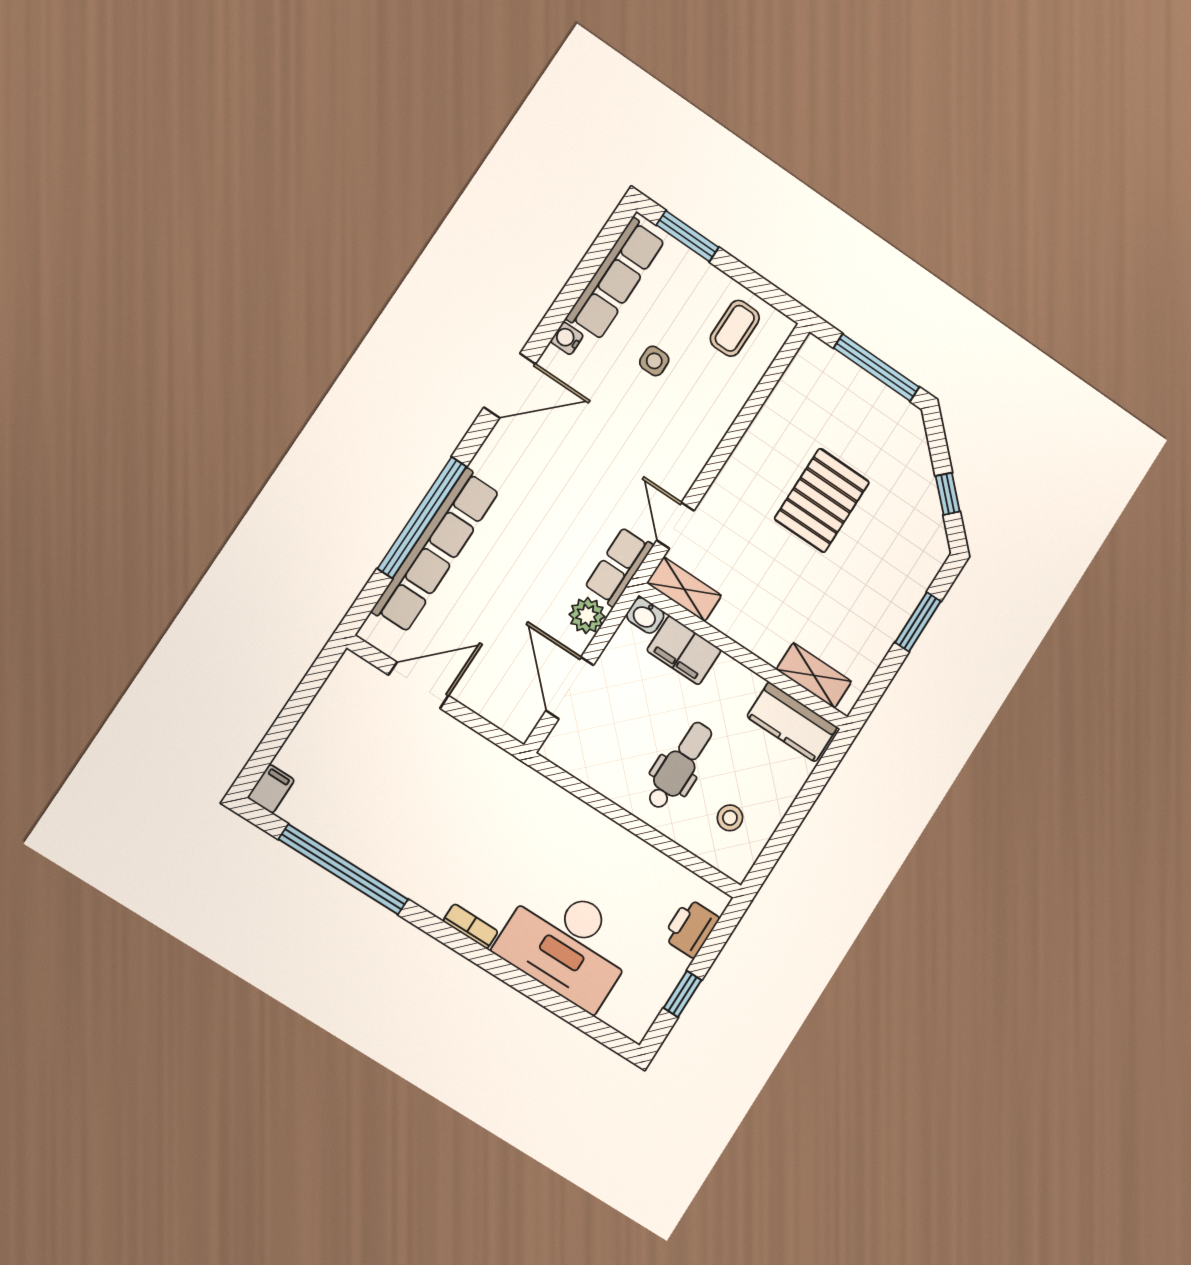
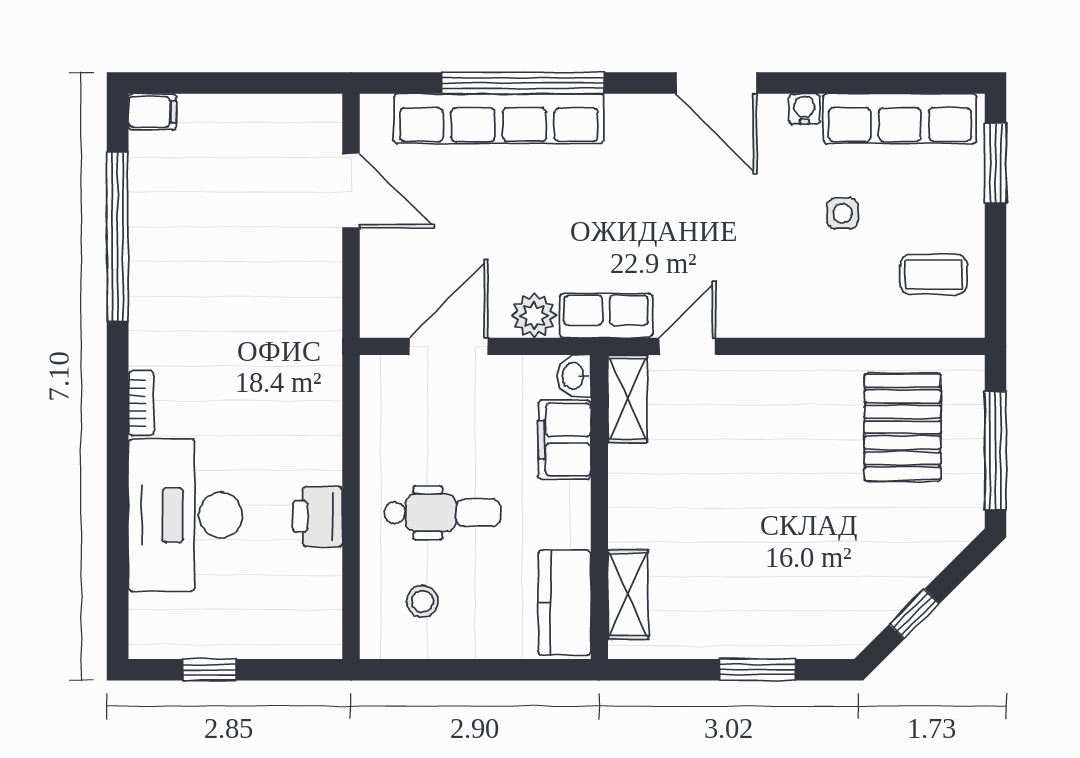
pallet: (822, 500) -> (903, 427), moved, turned 90
printer: (691, 928) -> (318, 516), moved, turned -90

